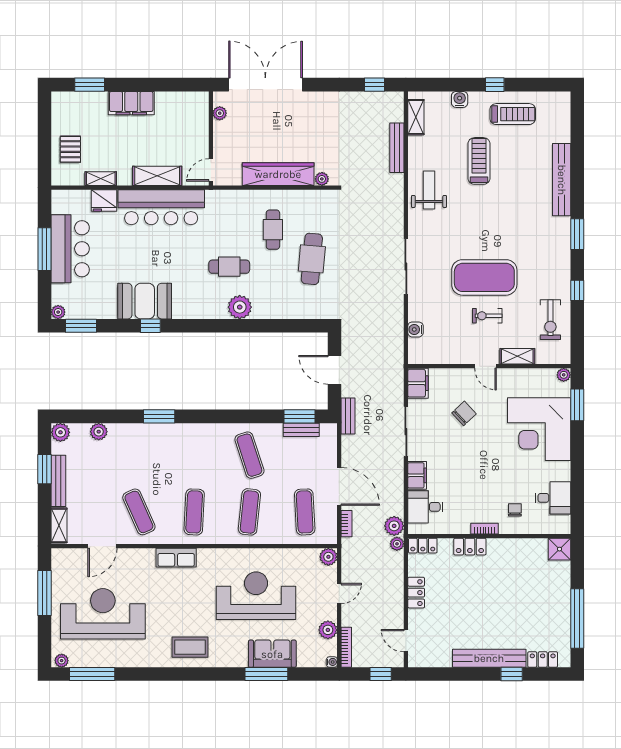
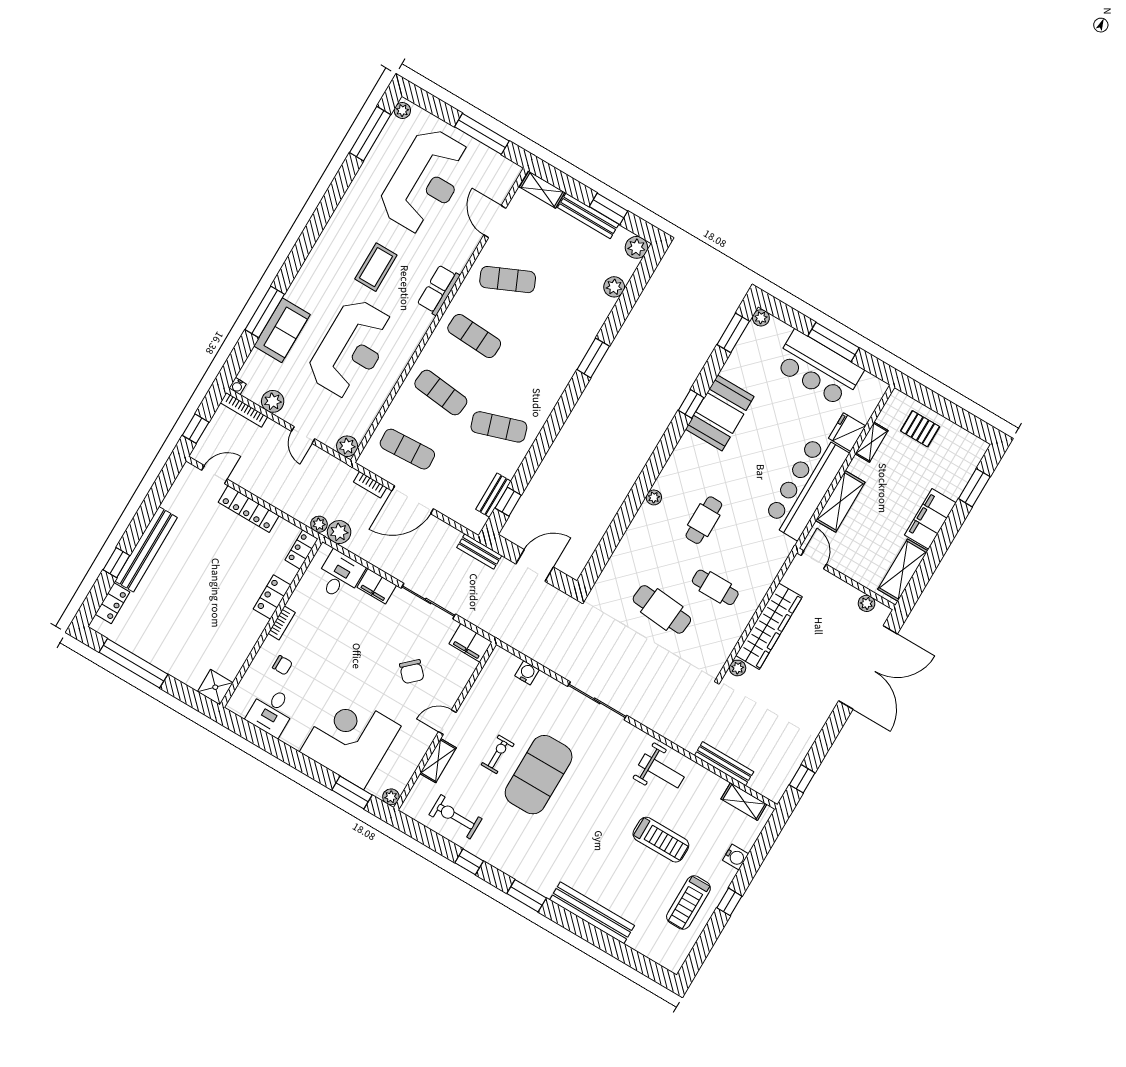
shelving: (180, 101) -> (903, 570), added
plant: (240, 307) -> (654, 497), width x0.53, depth x0.53
window: (300, 416) -> (508, 502), width x0.67
locker: (416, 593) -> (249, 509), width x1.53
coffee table: (190, 647) -> (376, 267), moved

